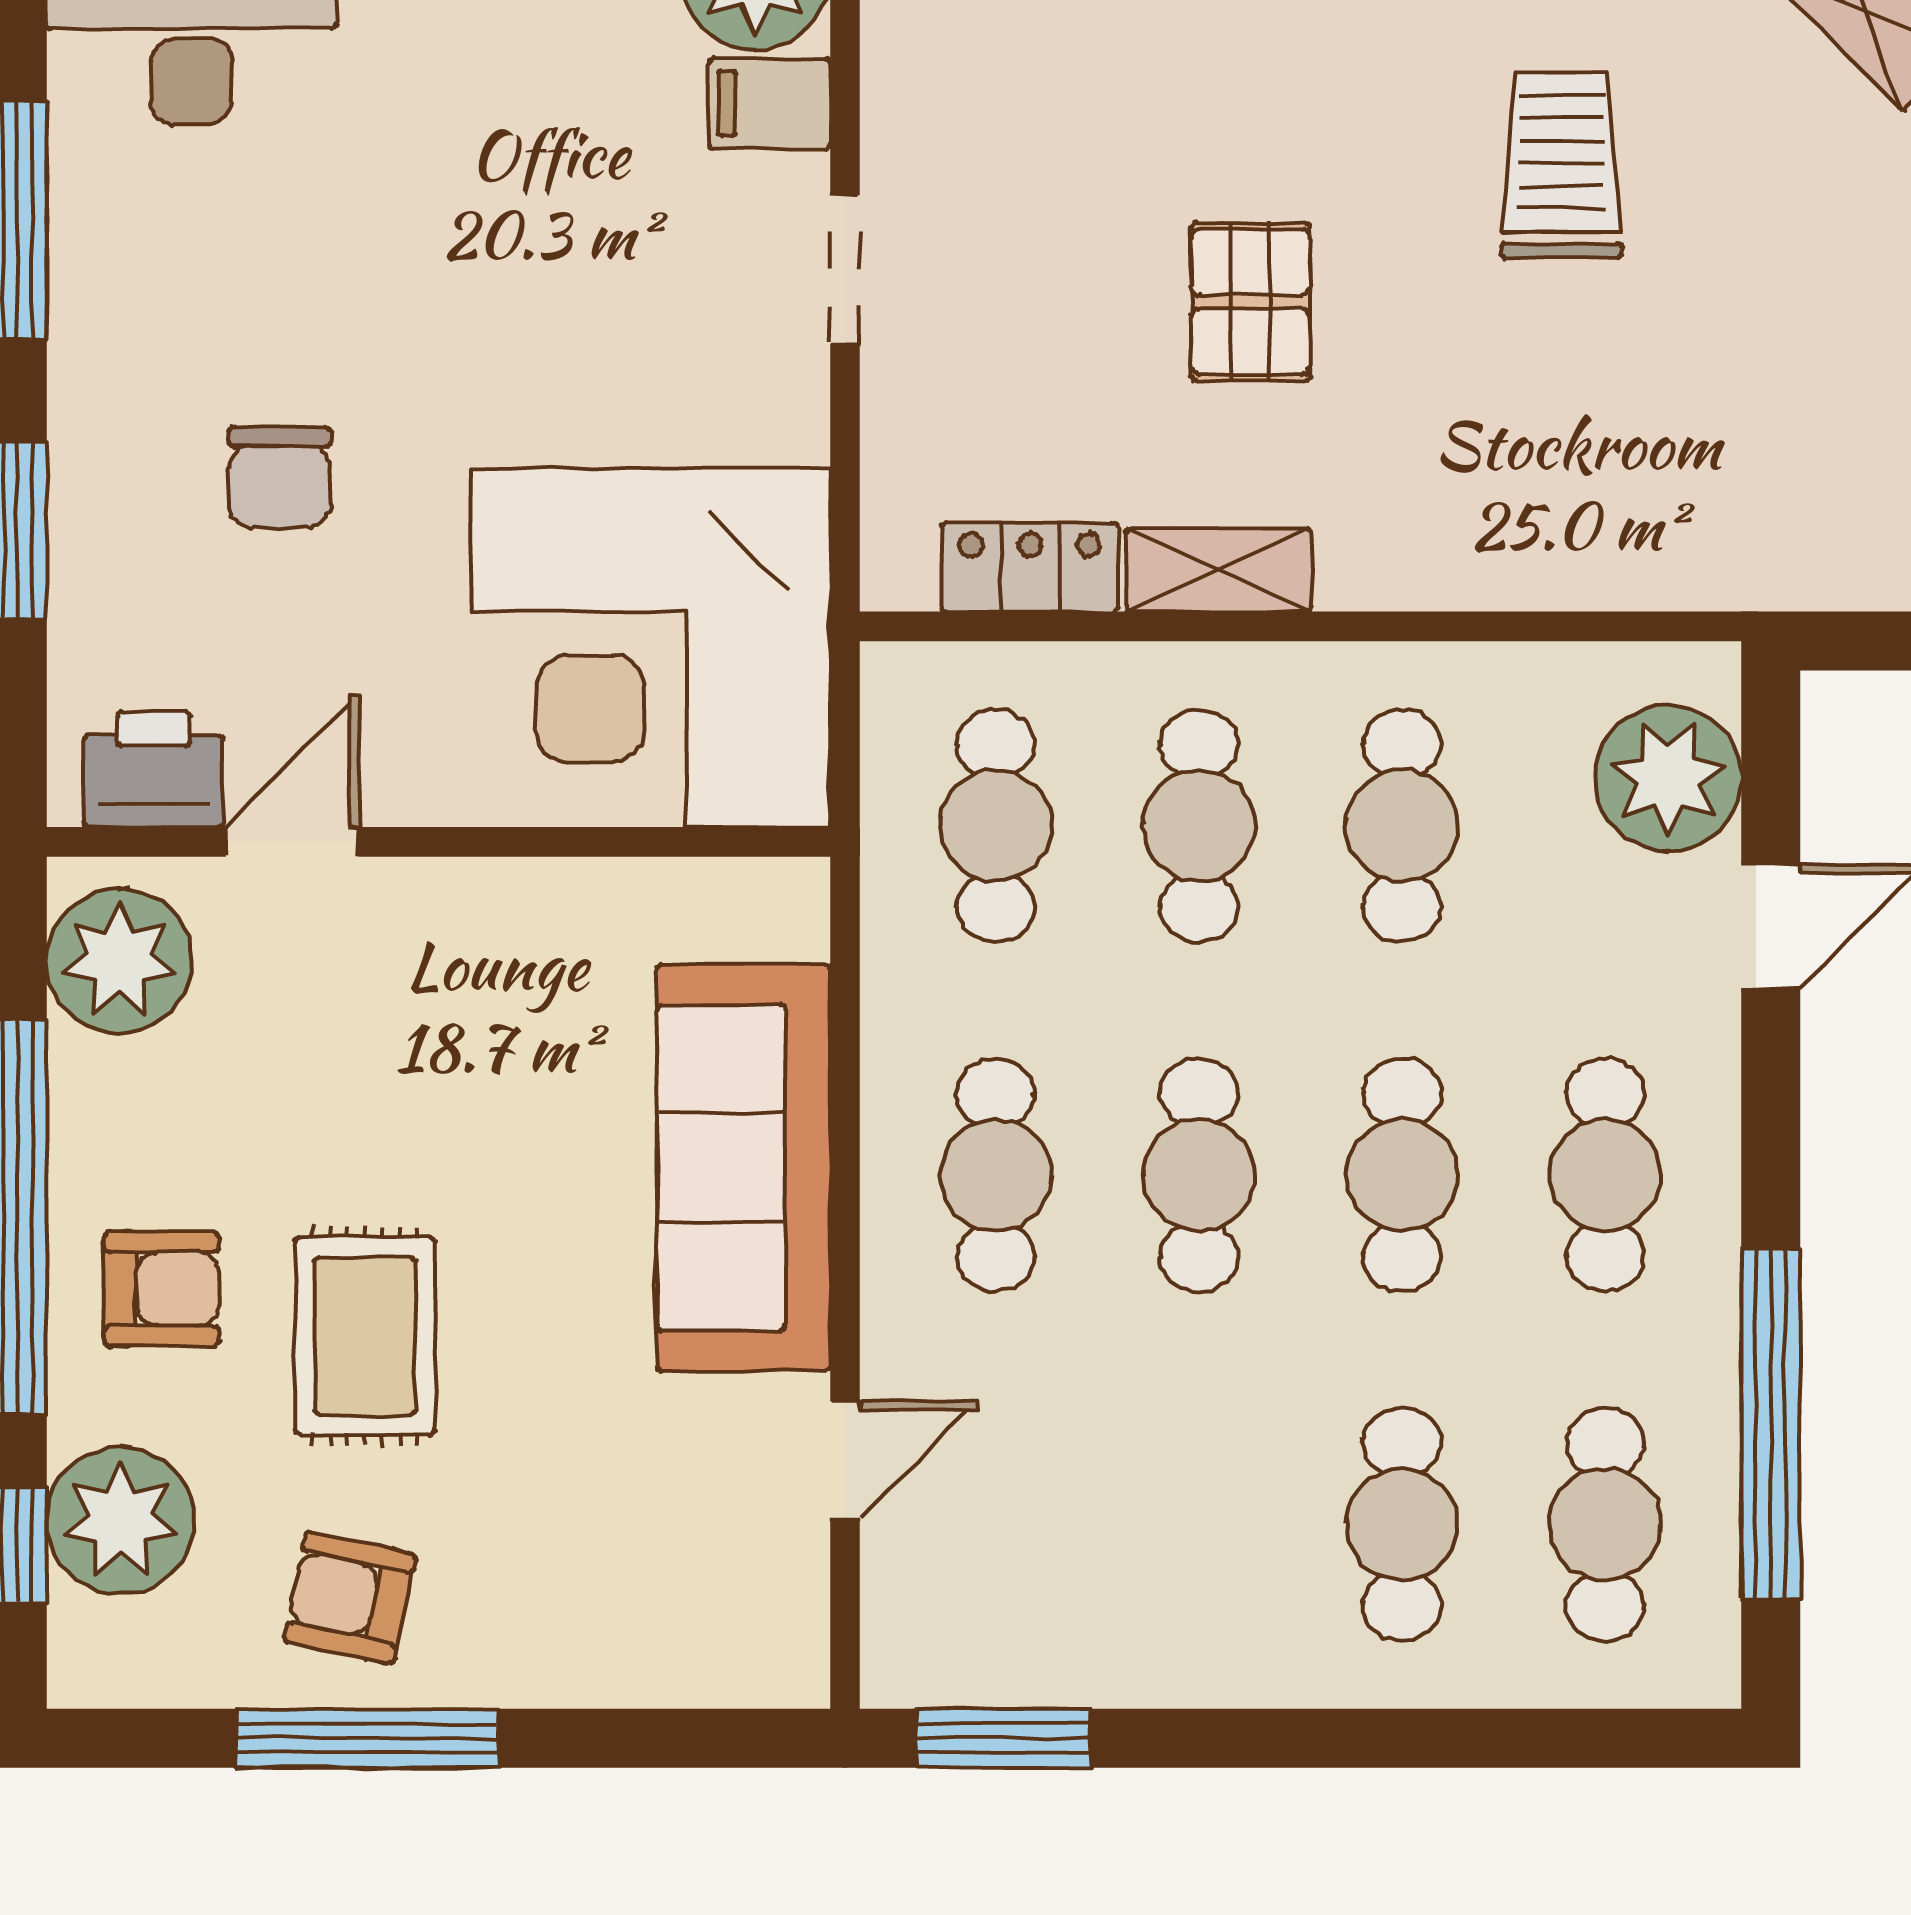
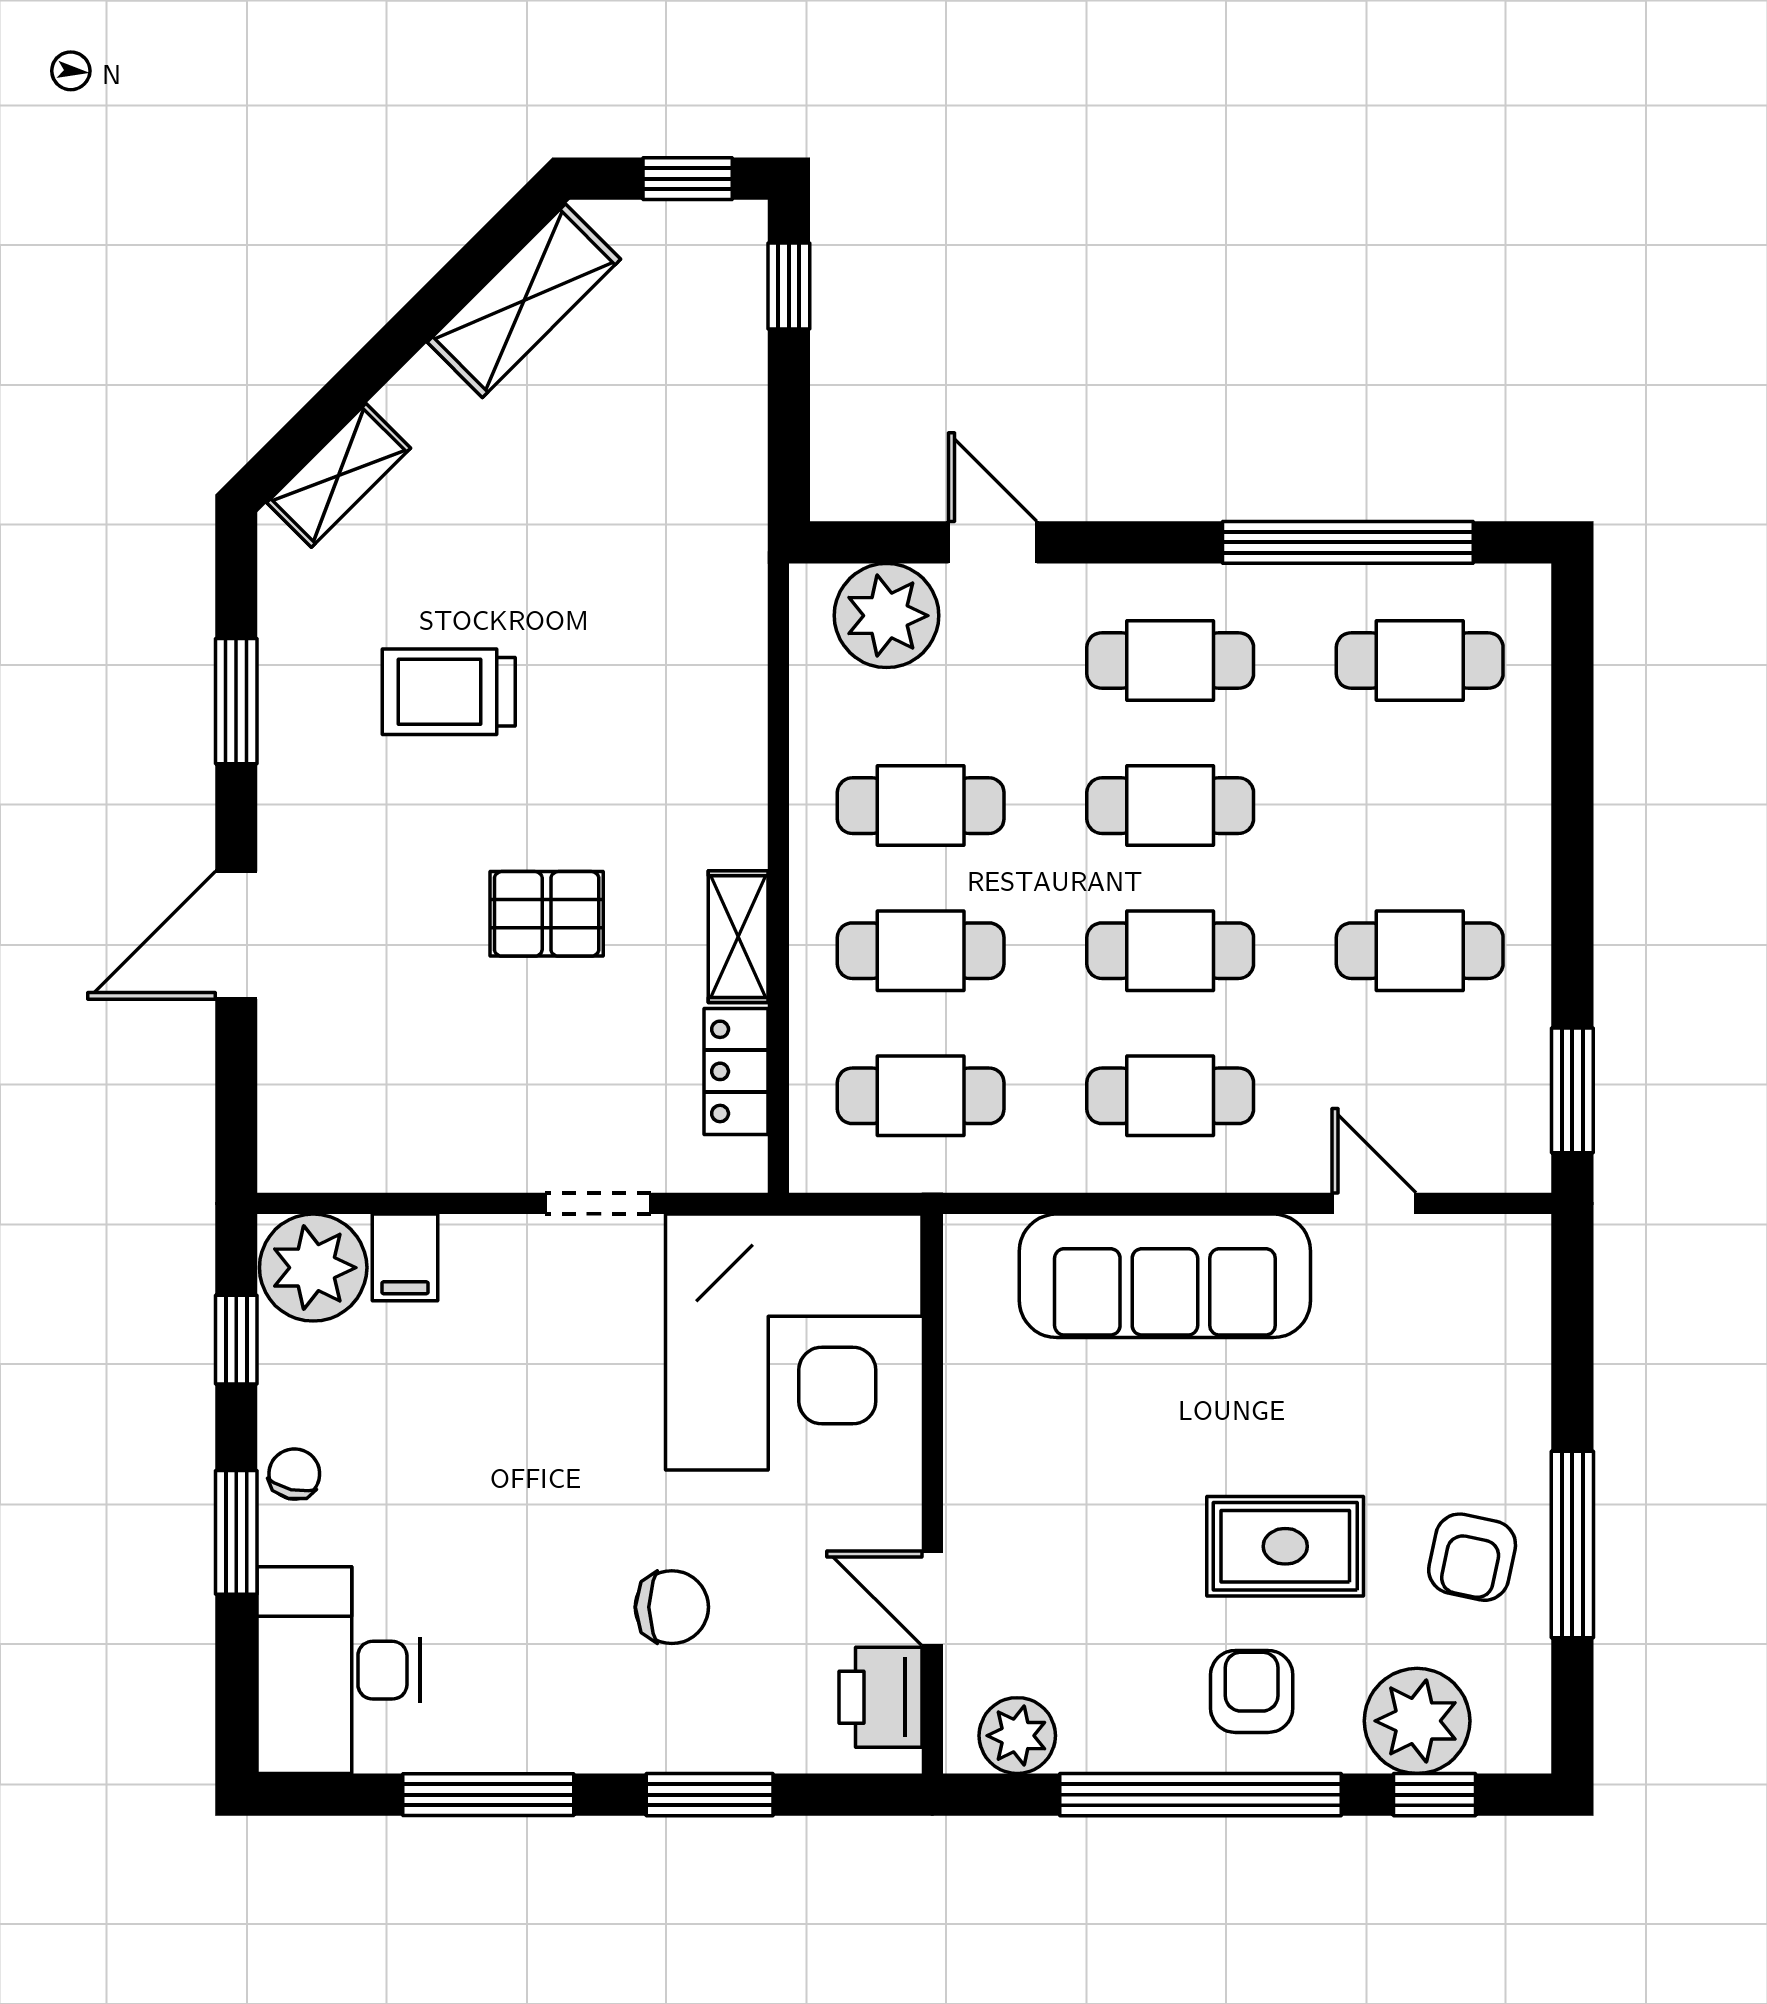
doorway: (845, 270) -> (598, 1203), moved
plant: (119, 961) -> (1017, 1736), width x0.73, depth x0.73
cafe table: (1402, 1524) -> (1420, 951), moved

